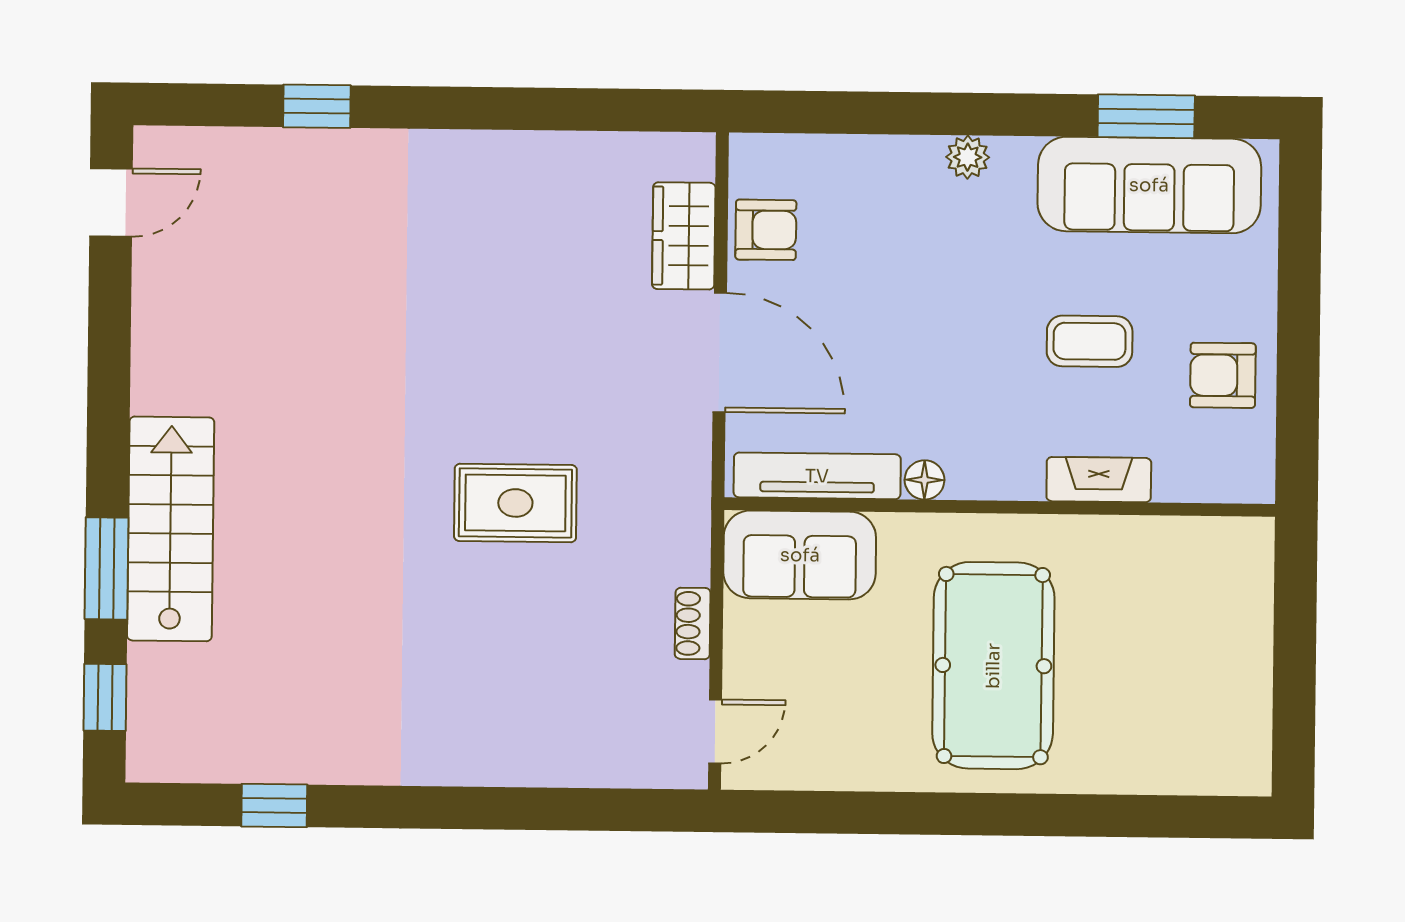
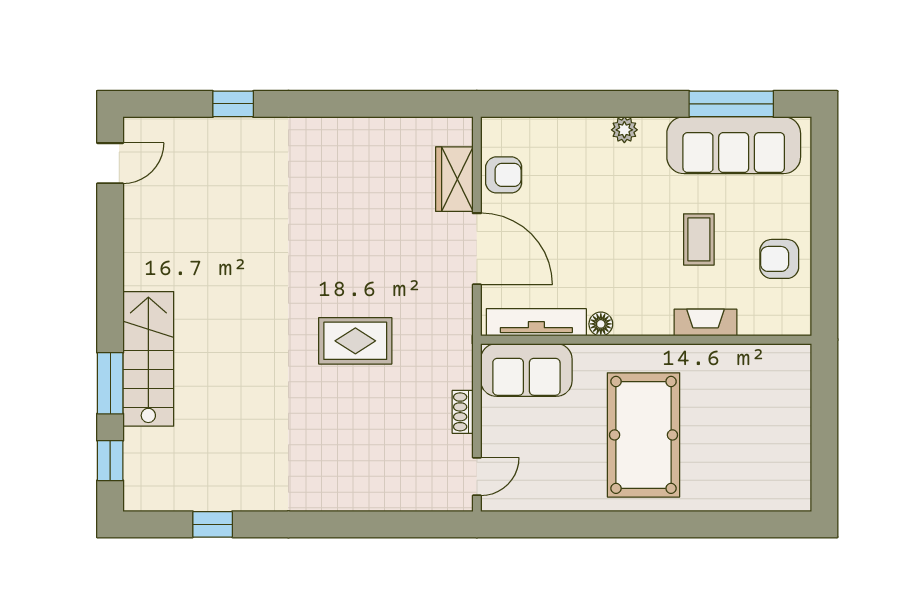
window: (1146, 116) -> (731, 104), width x1.44
coffee table: (1090, 341) -> (699, 239), turned 90

